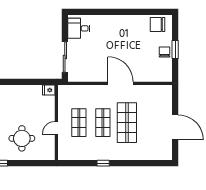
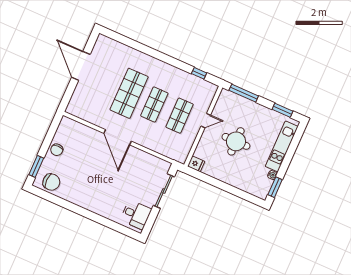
window: (175, 49) -> (36, 166), moved
round table: (22, 138) -> (236, 141), moved
window: (36, 163) -> (244, 93), added
window: (103, 163) -> (199, 73), moved

